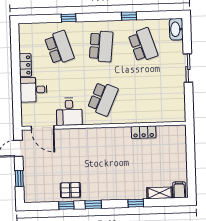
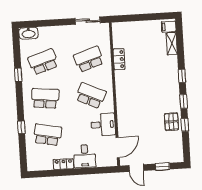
school desk: (59, 48) -> (47, 135), turned 30
sliding door: (188, 68) -> (88, 21), moved
school desk: (145, 97) -> (89, 59), added
window: (136, 203) -> (182, 76), moved

